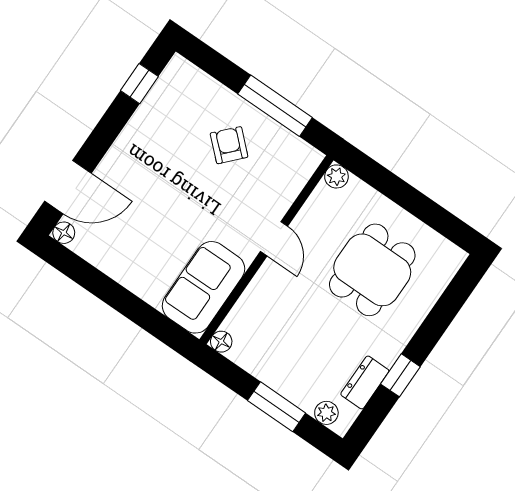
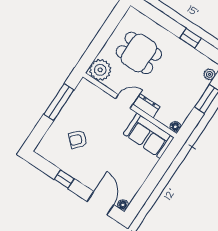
window: (139, 84) -> (64, 179), moved
armchair: (229, 145) -> (78, 139), moved
plant: (336, 176) -> (100, 70), width x1.87, depth x1.87
dresser: (365, 382) -> (147, 106), moved, turned 180

